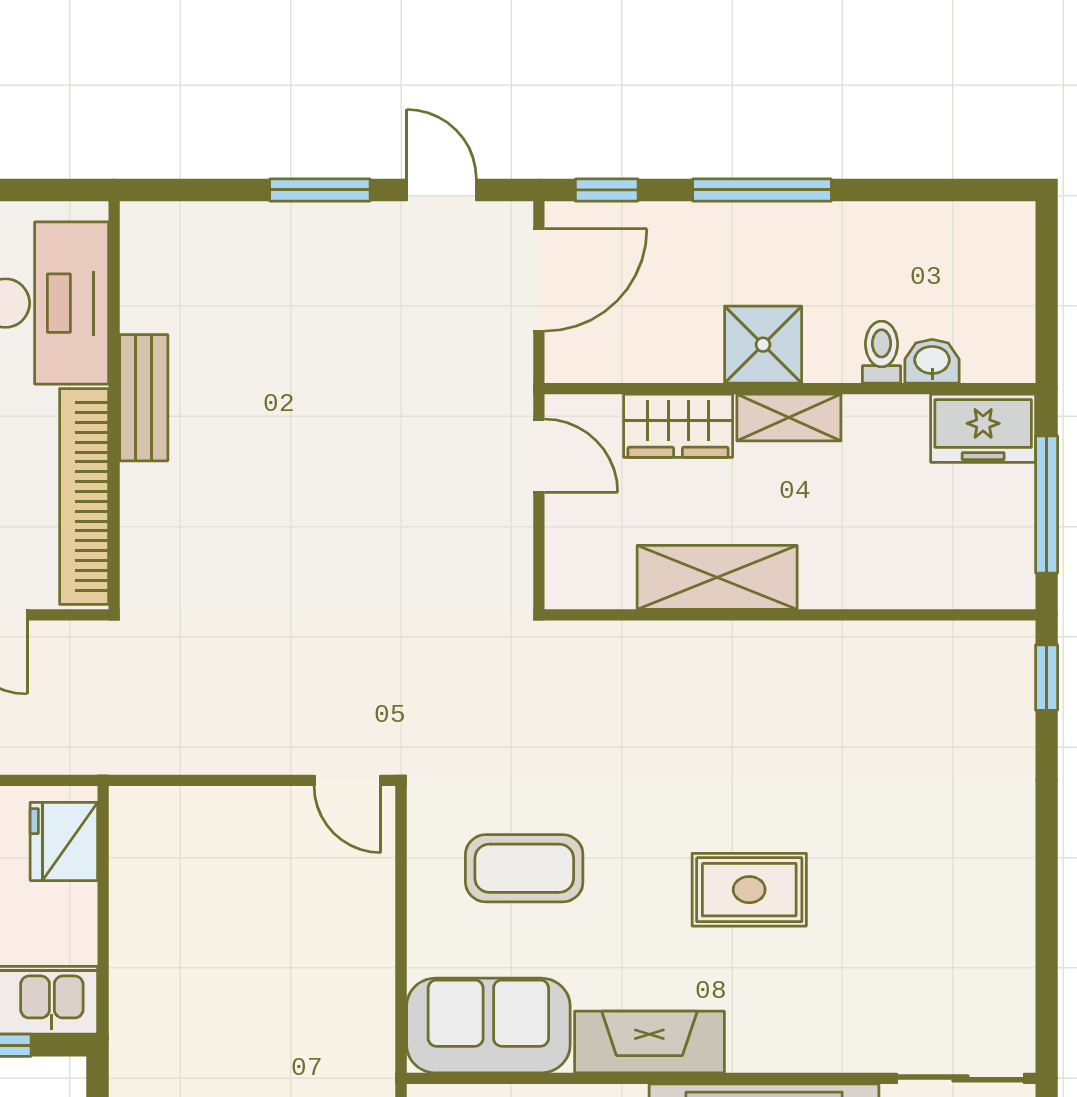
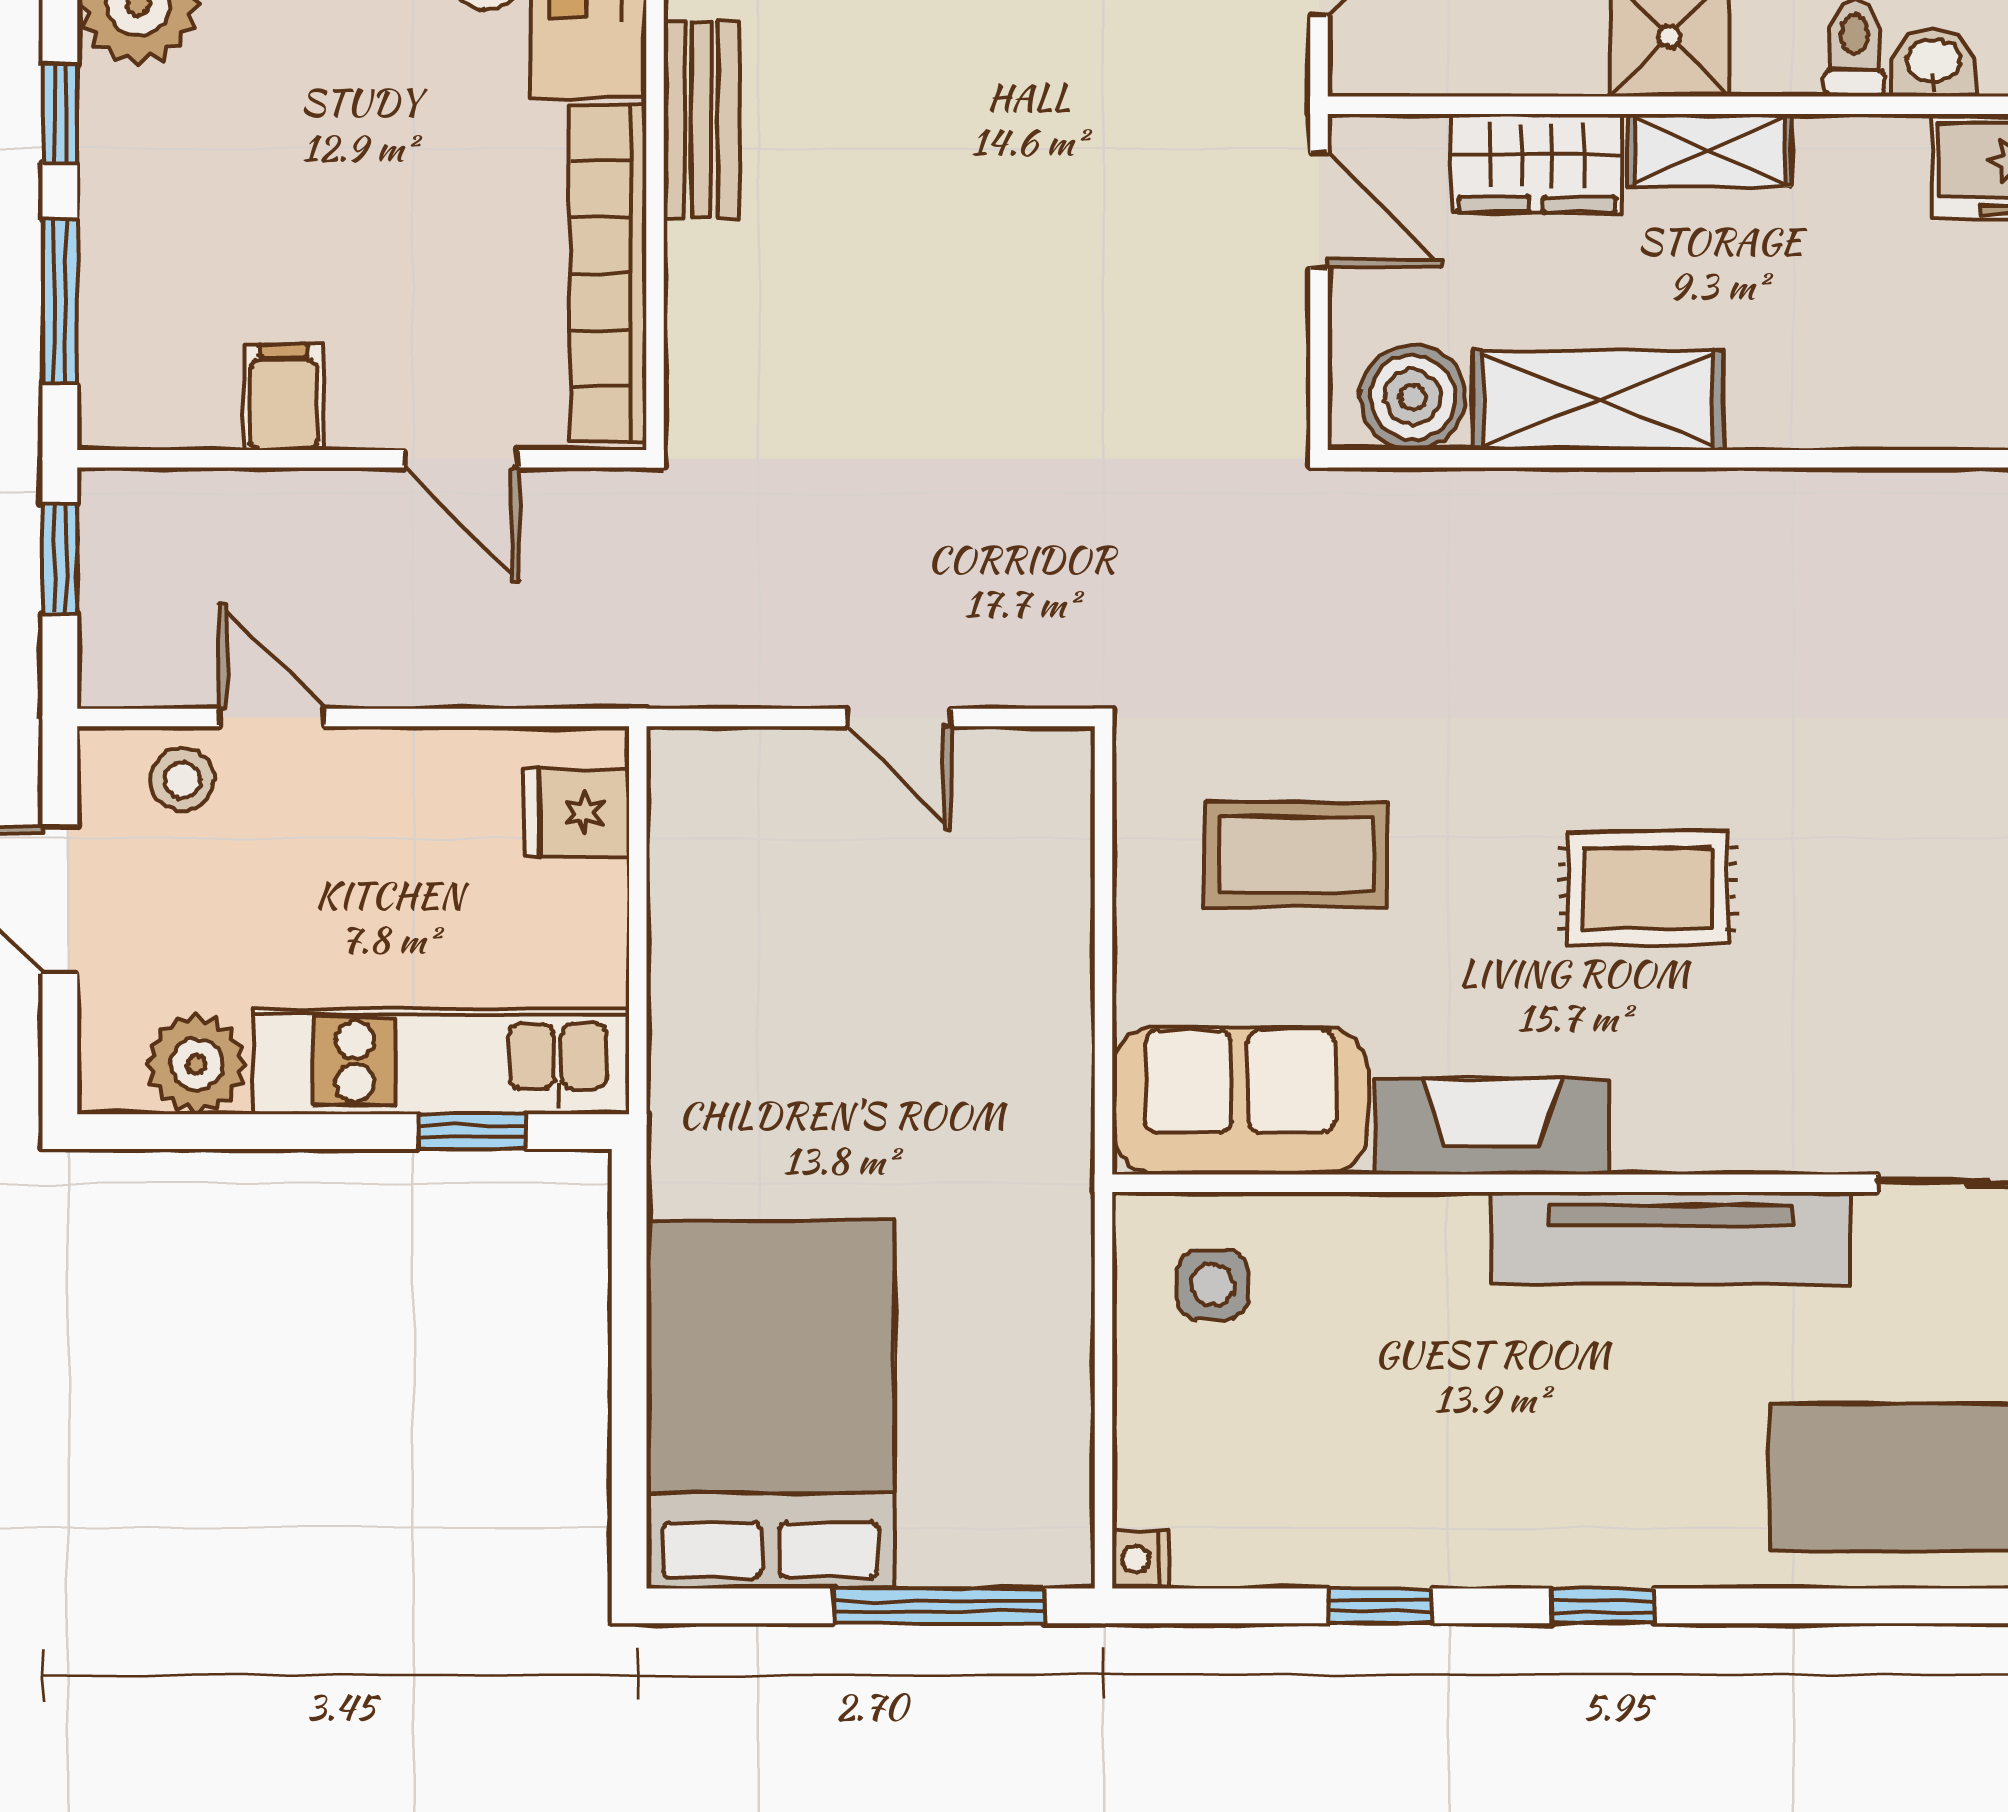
boiler: (599, 575) -> (1413, 397), added
door: (347, 780) -> (899, 718), moved
fridge: (64, 841) -> (576, 813), width x0.72

